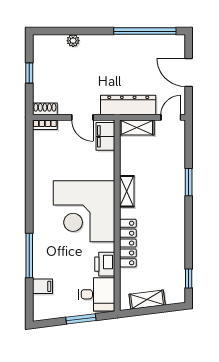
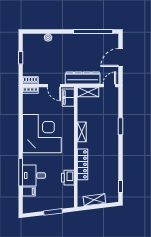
door: (189, 72) -> (121, 58), hinge flipped
corner desk: (84, 211) -> (42, 134), moved, turned 180
desk: (97, 294) -> (34, 176), moved, turned 180

